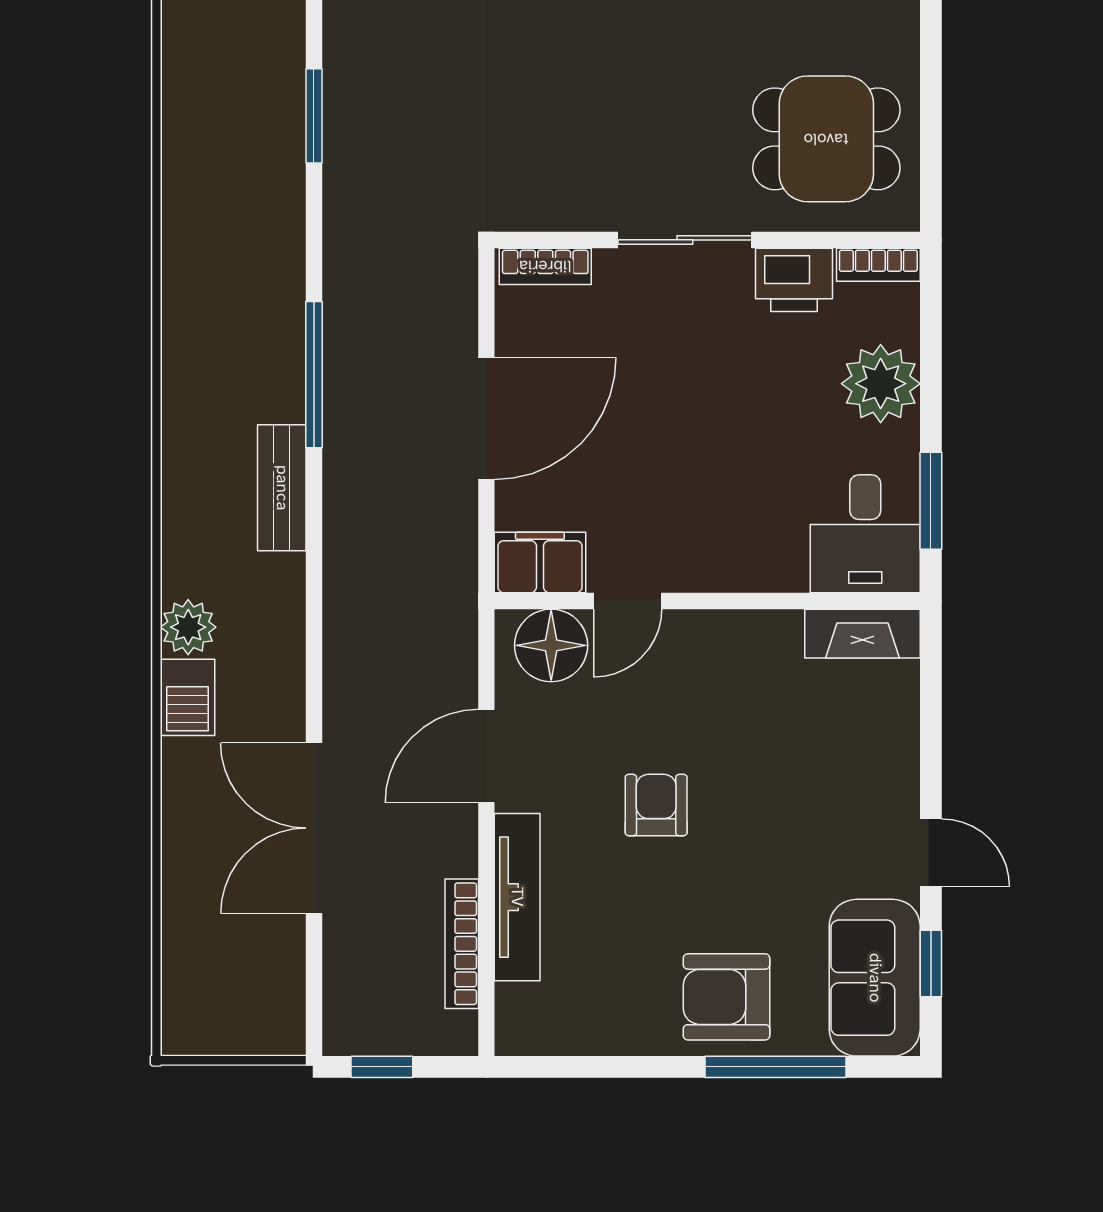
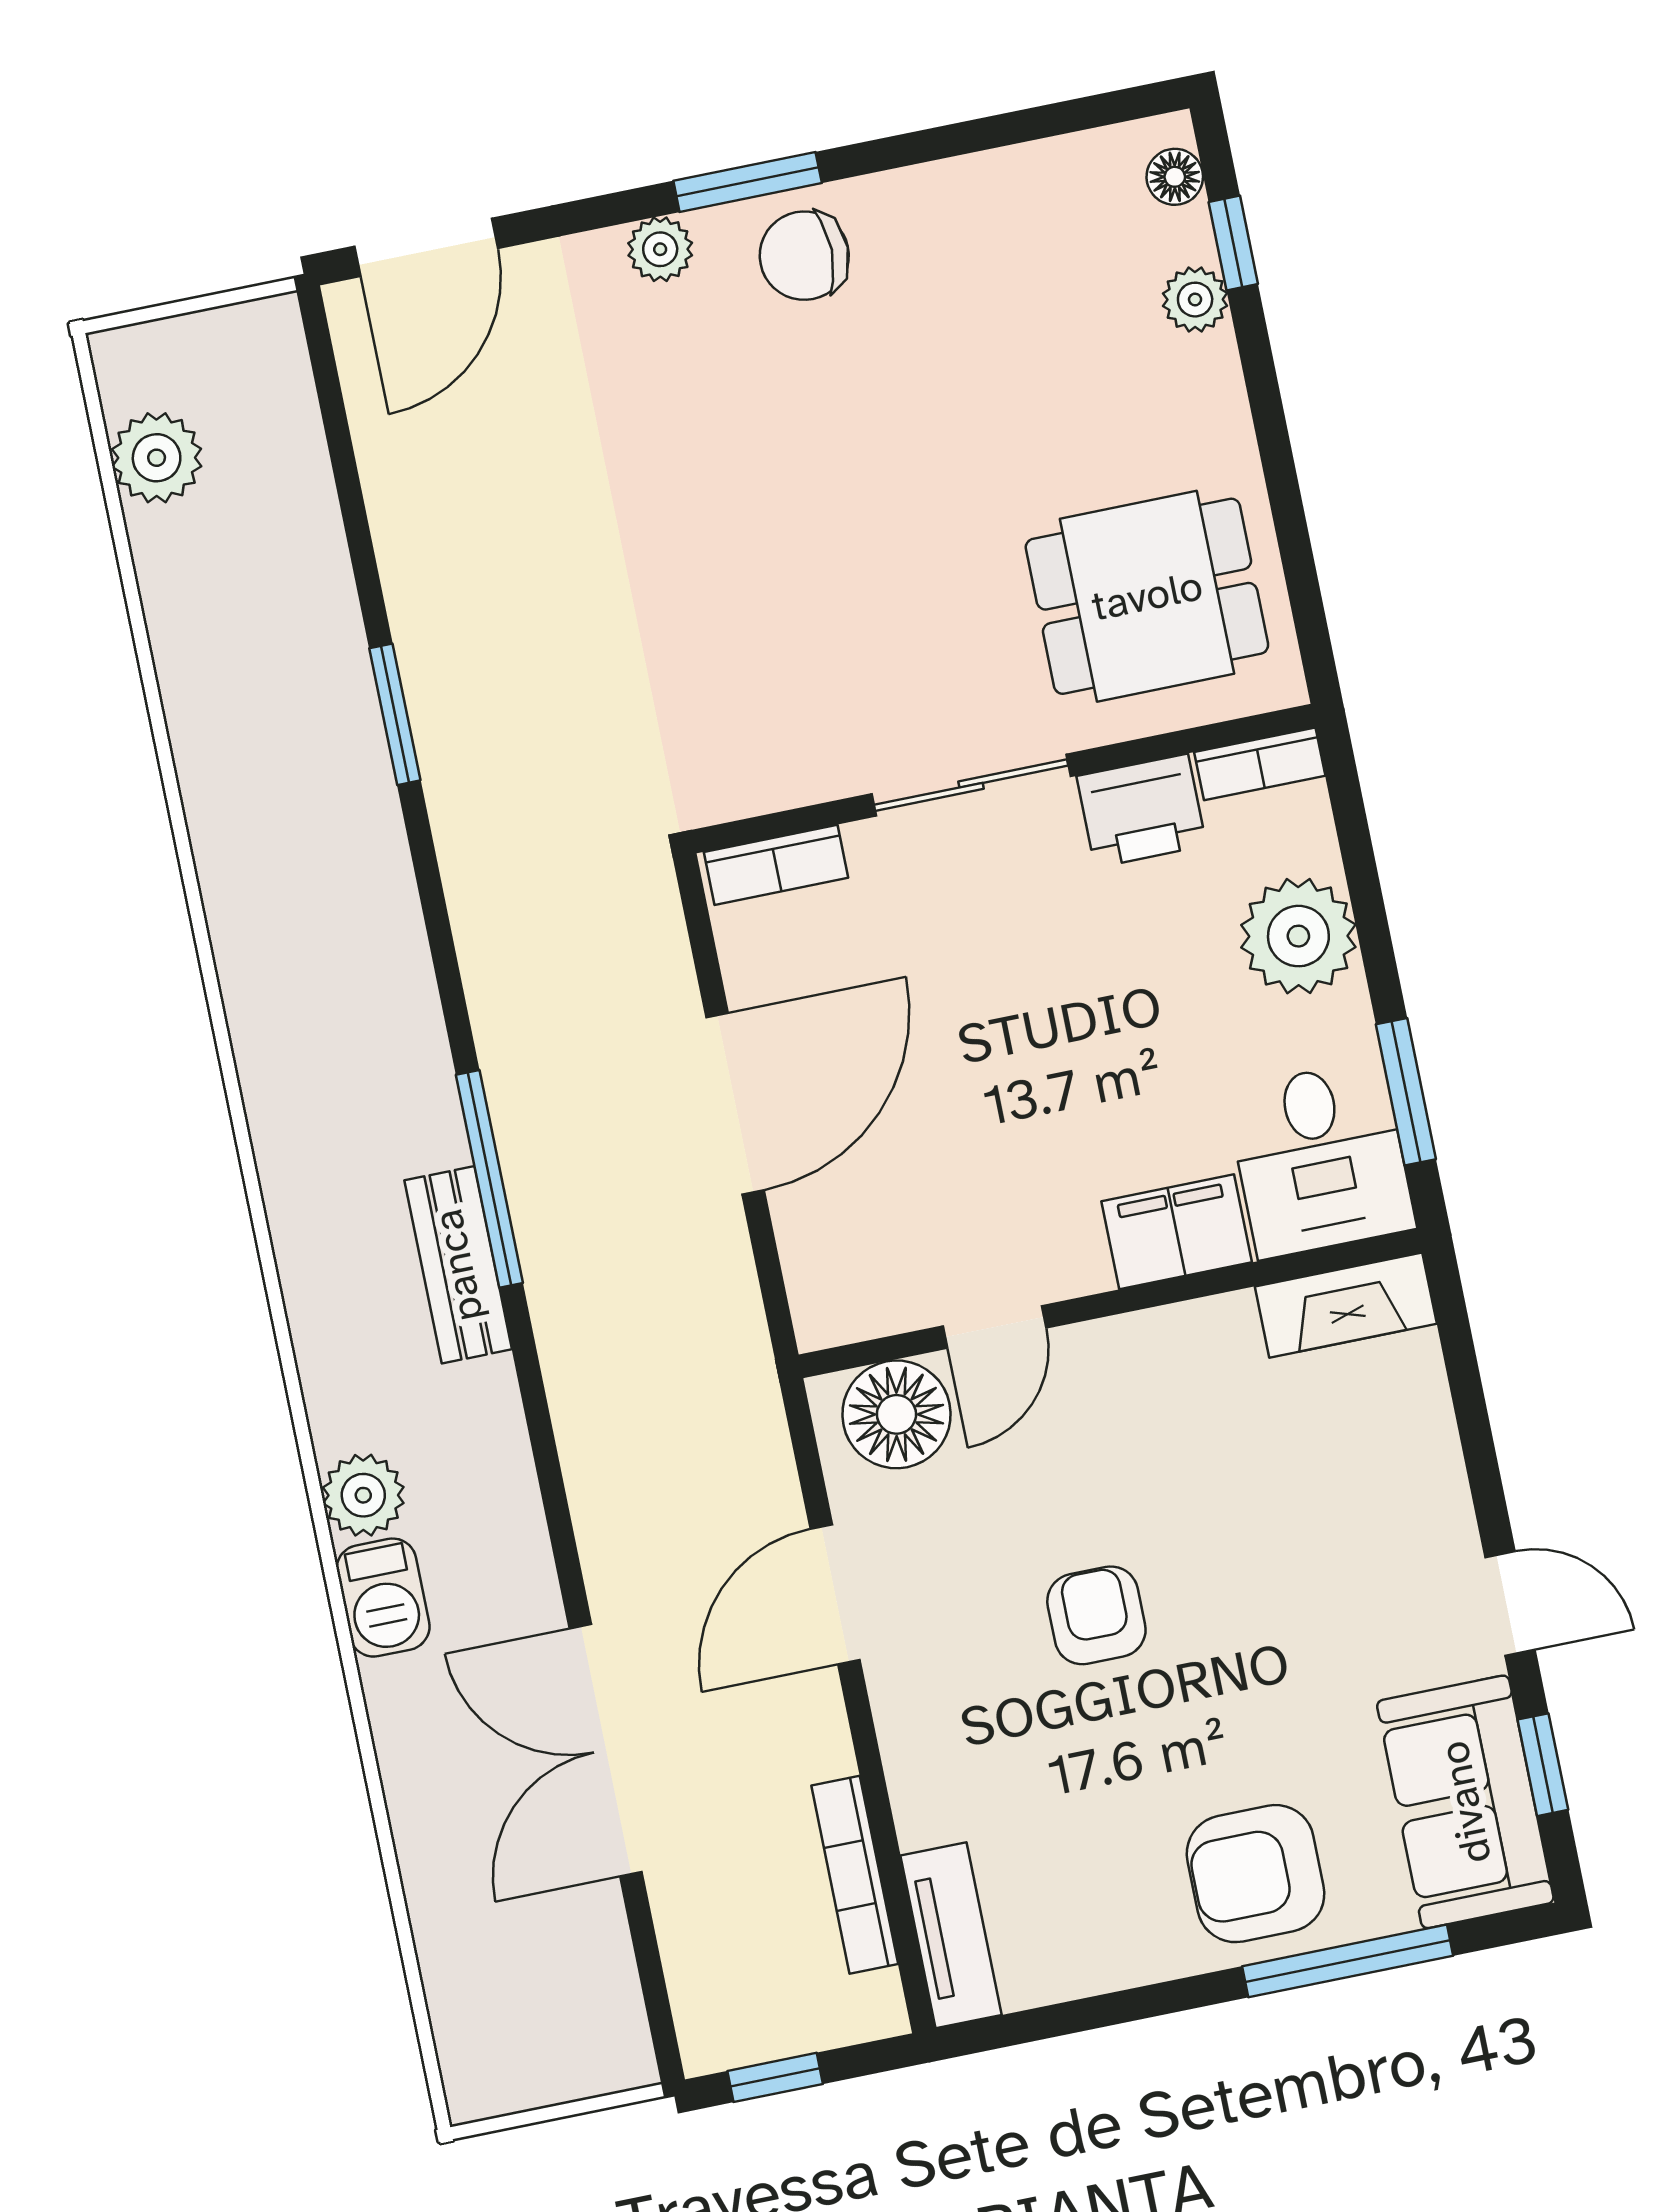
window: (314, 375) -> (489, 1179), moved
filing cabinet: (540, 562) -> (1177, 1232), moved
tv unit: (517, 897) -> (951, 1935), moved, width x0.71

